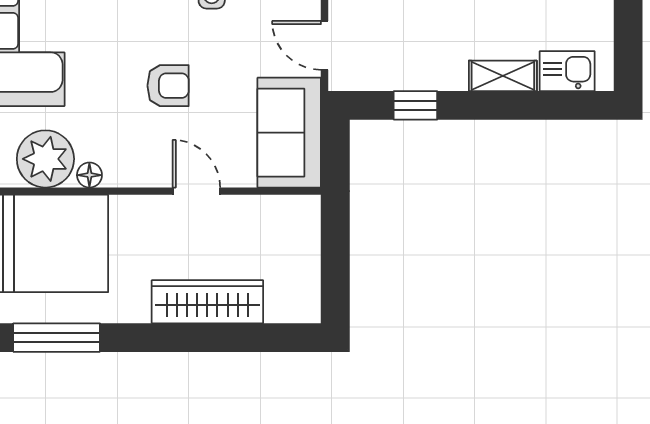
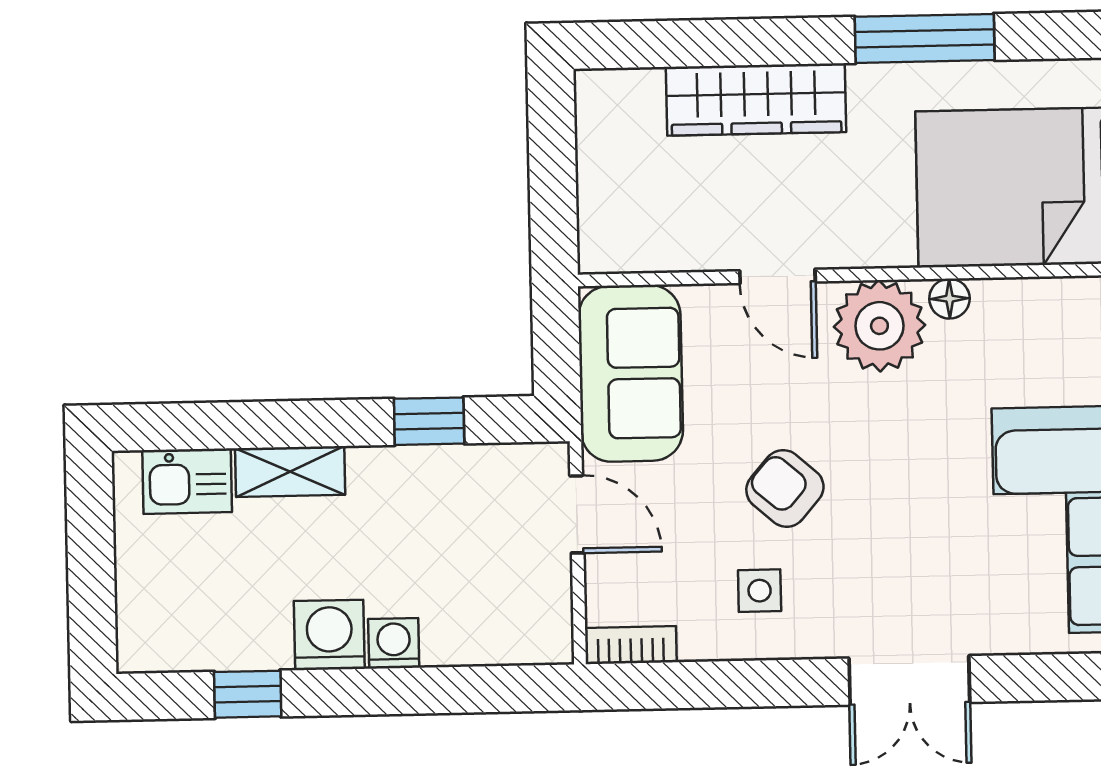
armchair: (168, 86) -> (785, 488), moved, turned 41
plant: (45, 159) -> (879, 326), moved
window: (57, 338) -> (925, 38), moved

